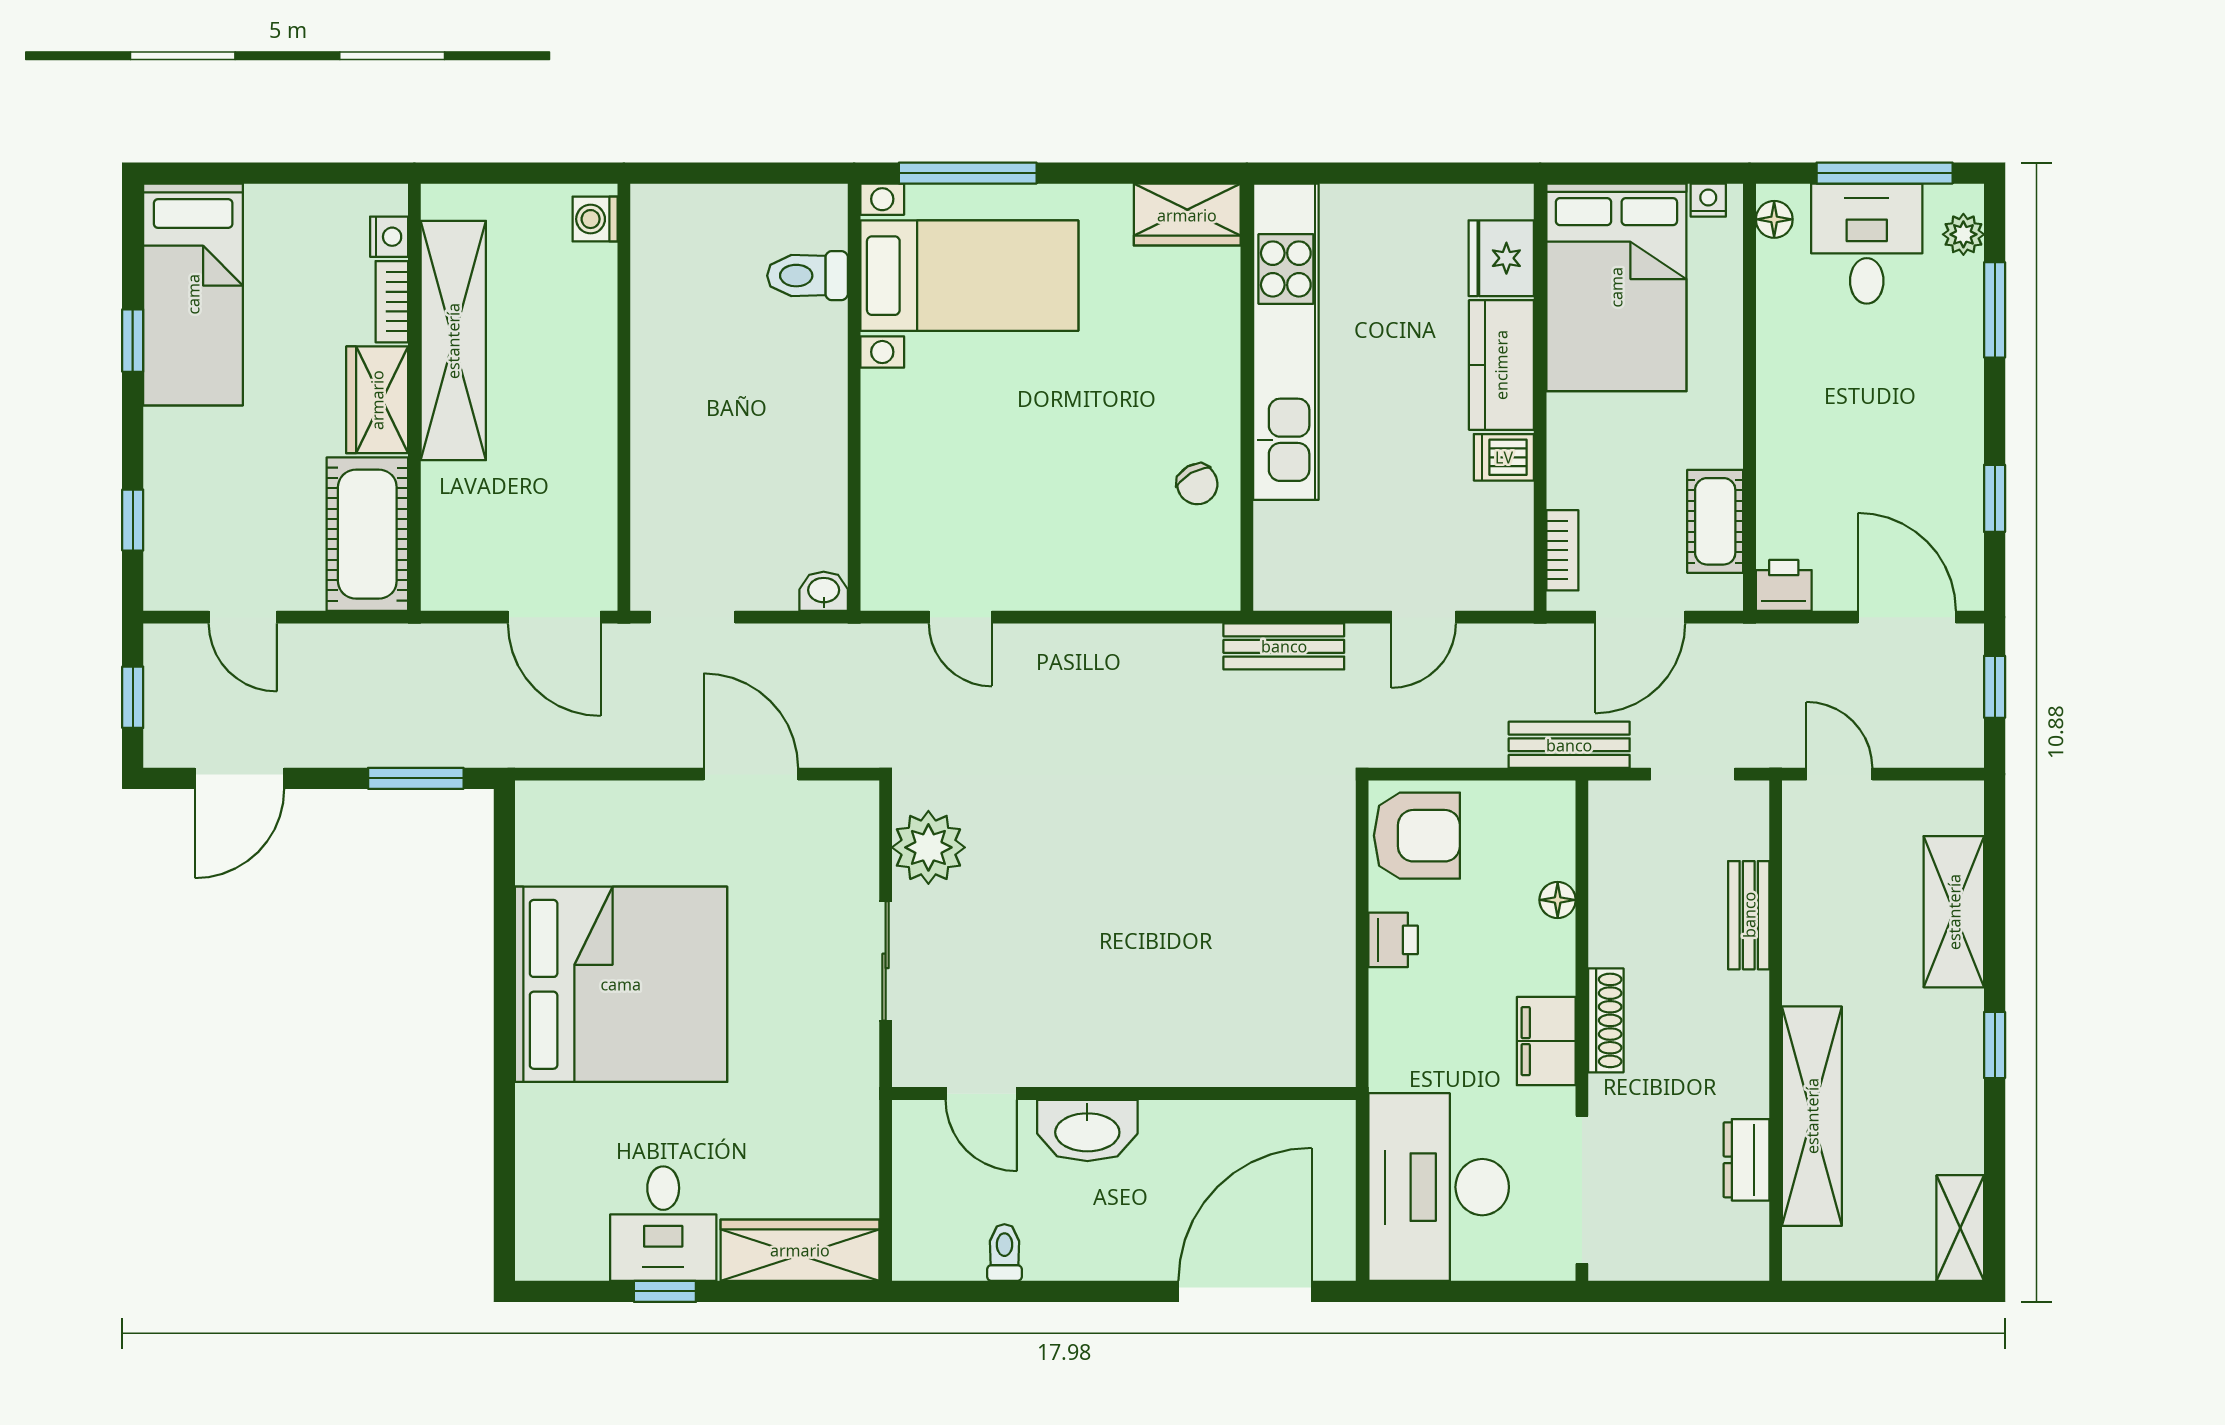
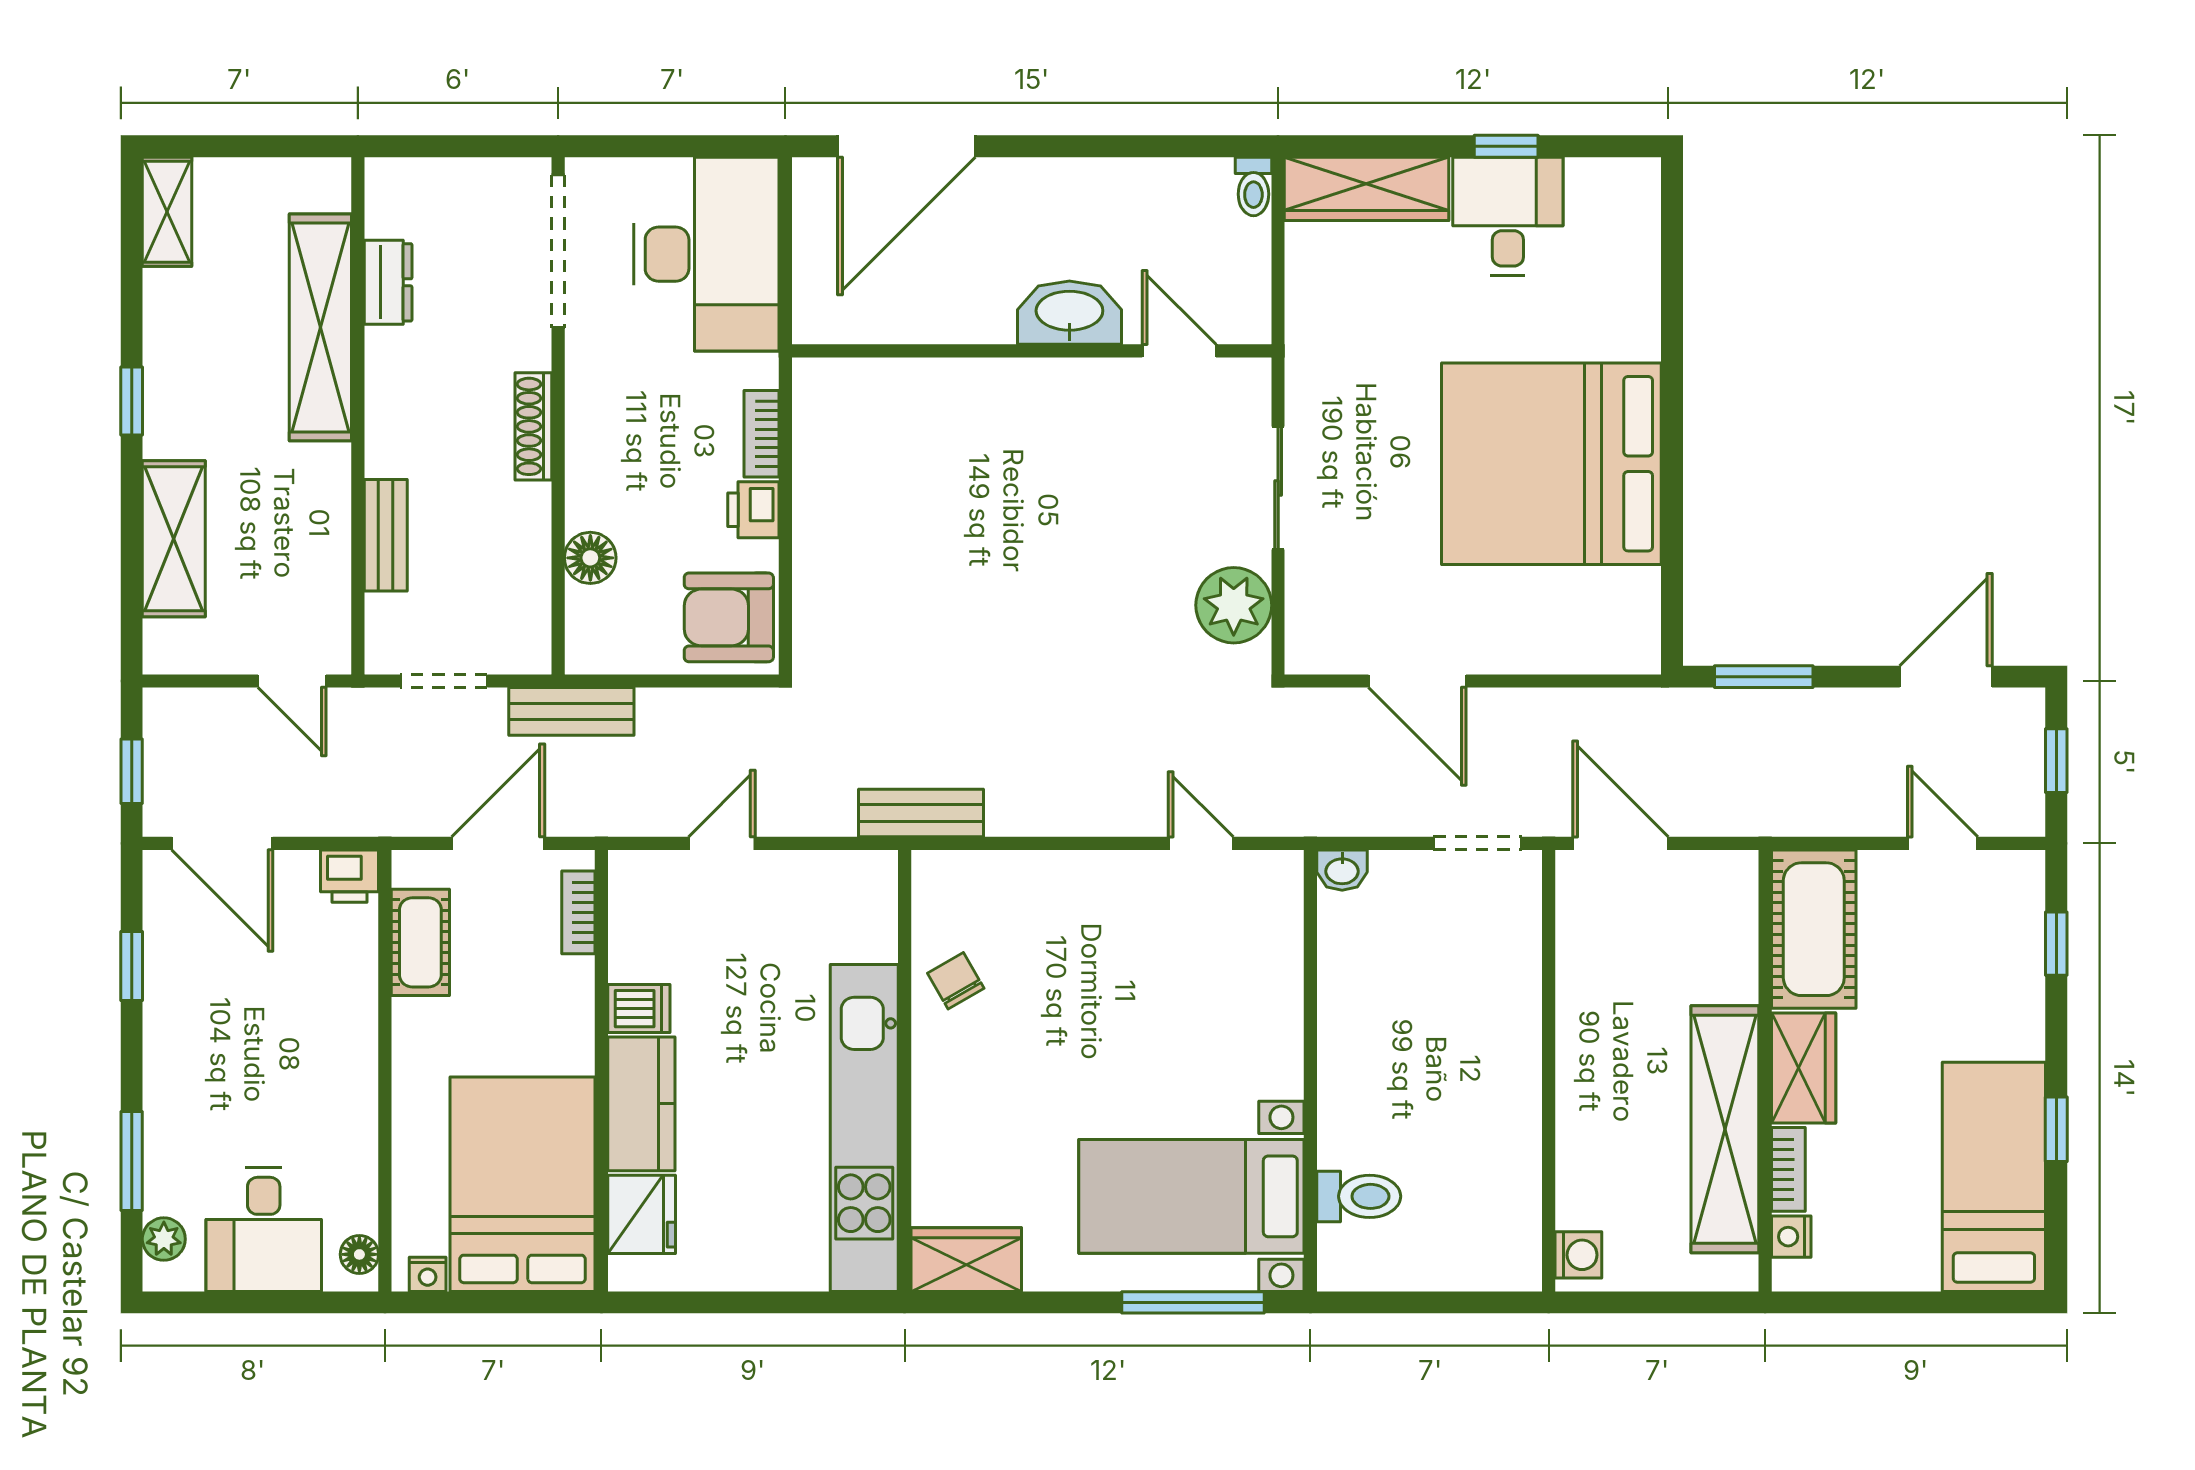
window: (1885, 173) -> (245, 1302), removed
bench: (1284, 646) -> (921, 813), moved
floor lamp: (1558, 900) -> (590, 558), width x1.37, depth x1.37
bookcase: (1385, 1013) -> (762, 434), added
filing cabinet: (1546, 1041) -> (595, 405), removed
toilet: (1004, 1253) -> (1253, 186), moved

